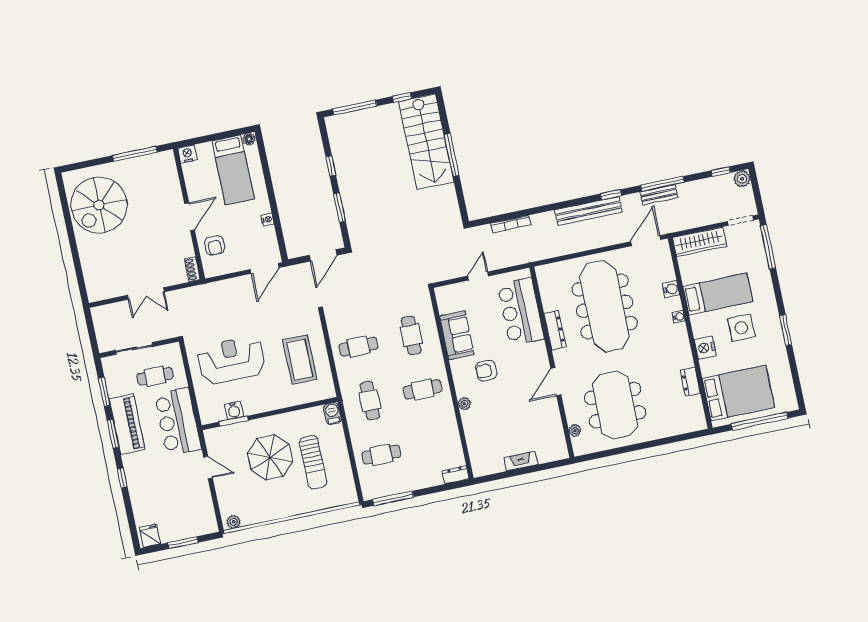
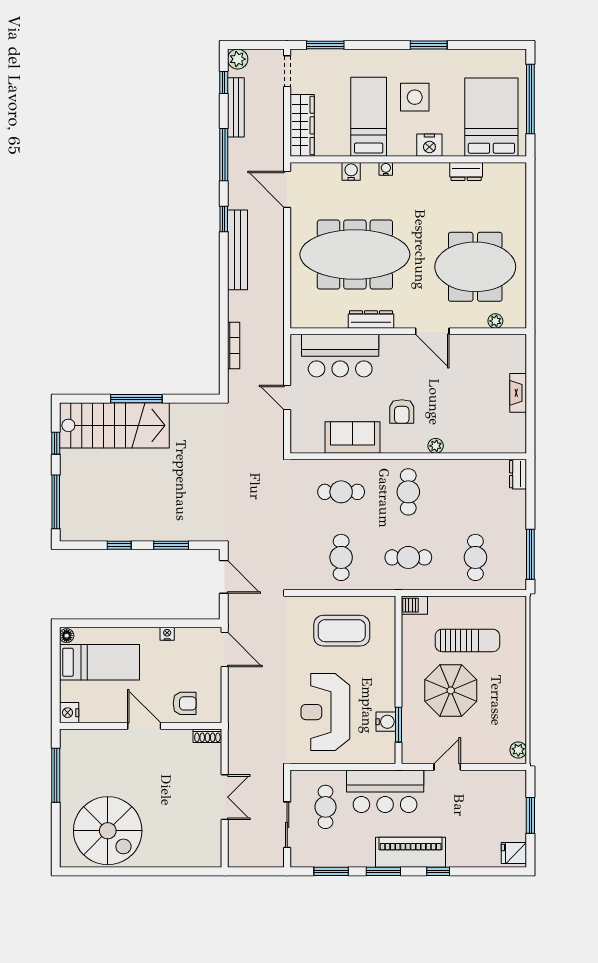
bench: (659, 195) -> (236, 107), moved, width x1.36
window: (768, 247) -> (325, 45), width x0.69
piano: (127, 424) -> (411, 852), moved

